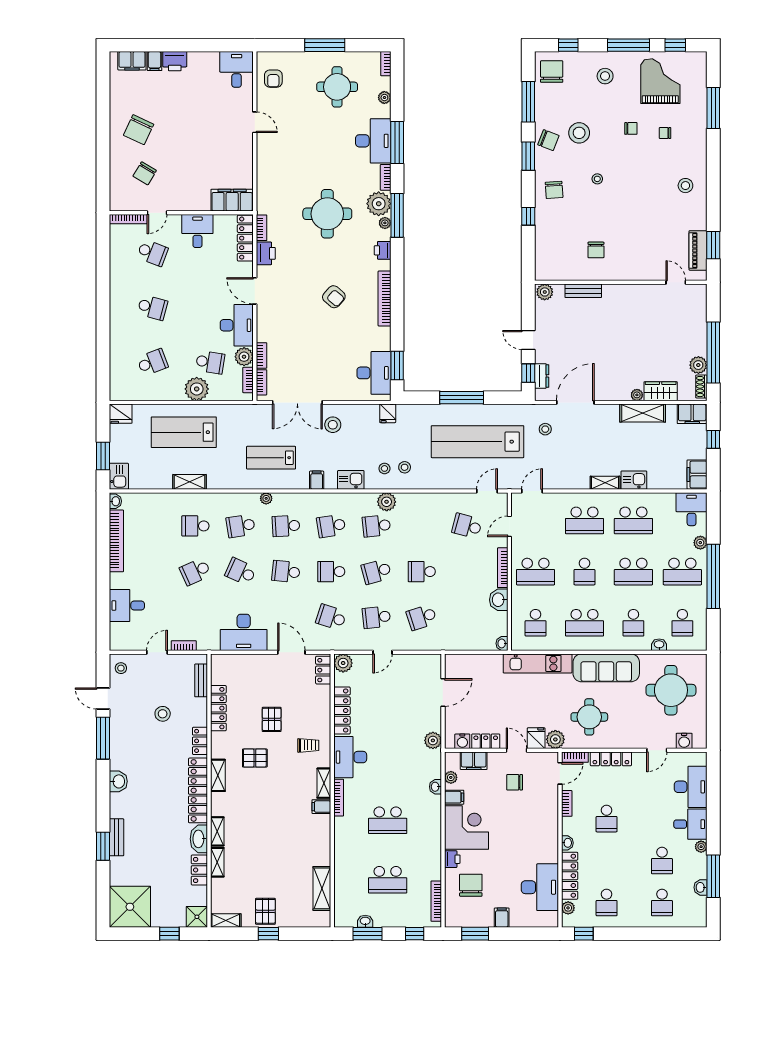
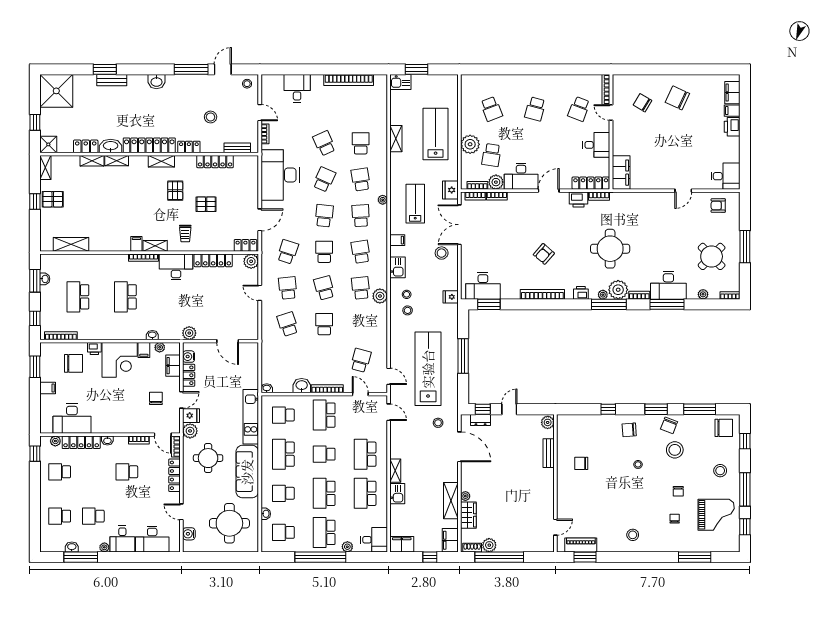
round table: (337, 87) -> (712, 256), turned 45
fridge: (121, 414) -> (450, 190), moved
washbasin: (115, 501) -> (380, 79), removed
desk: (244, 632) -> (280, 175), width x1.36, depth x1.30

